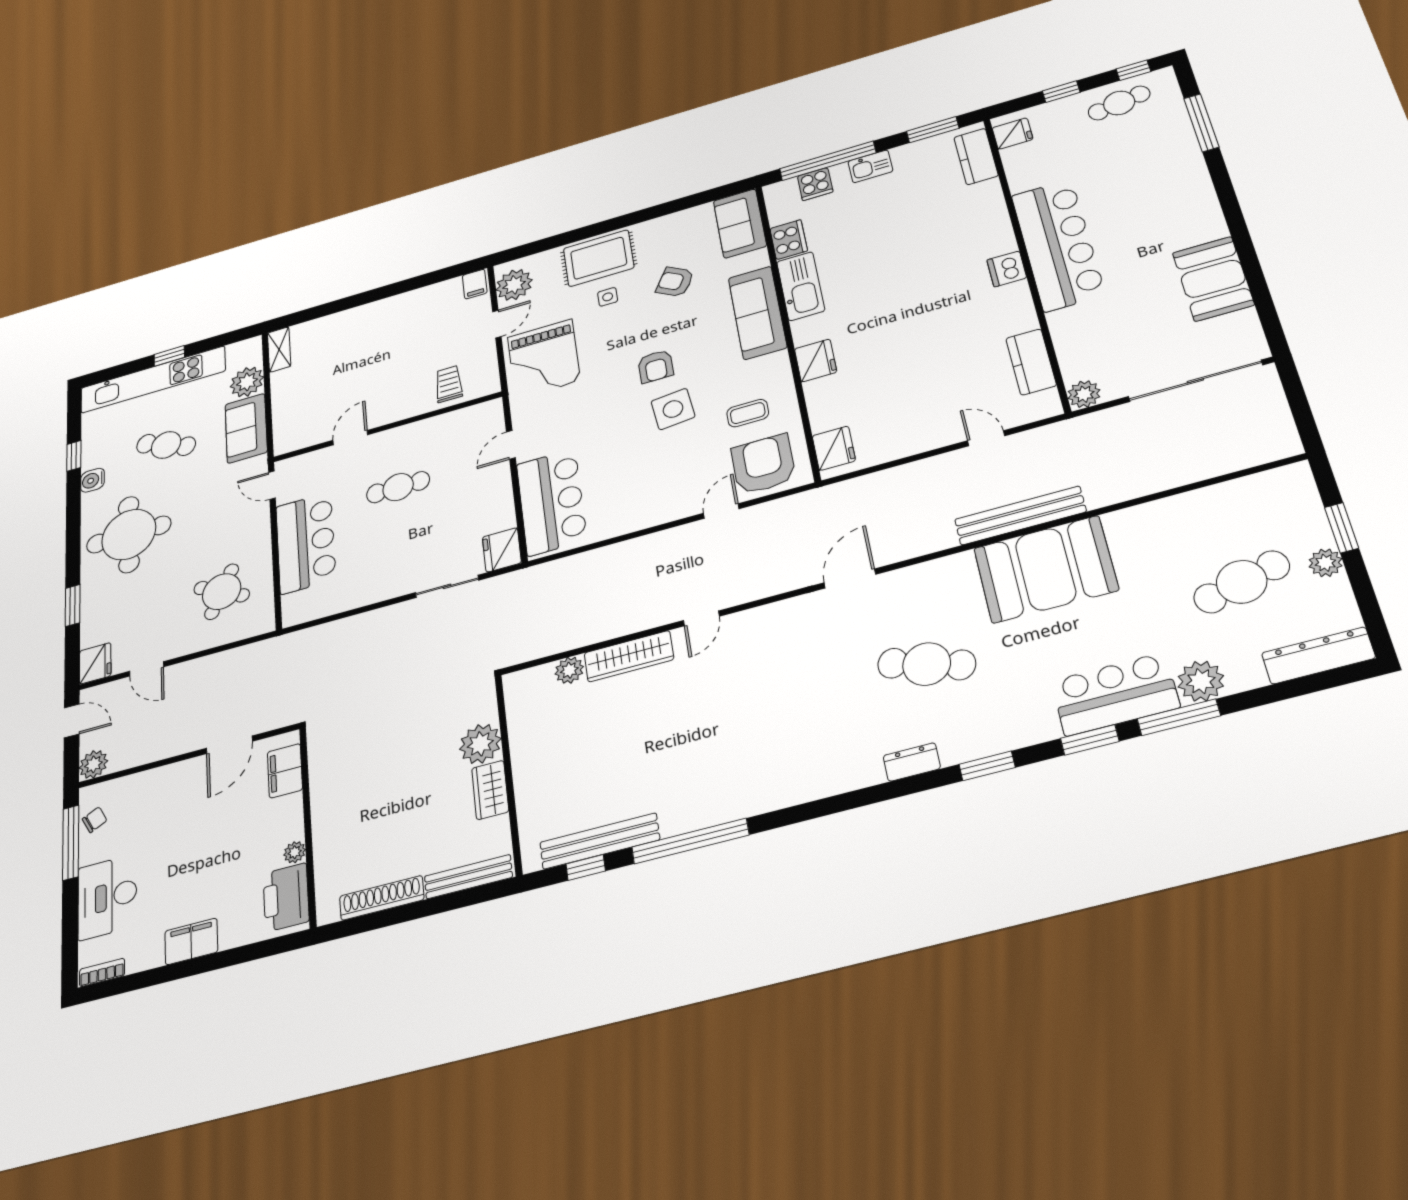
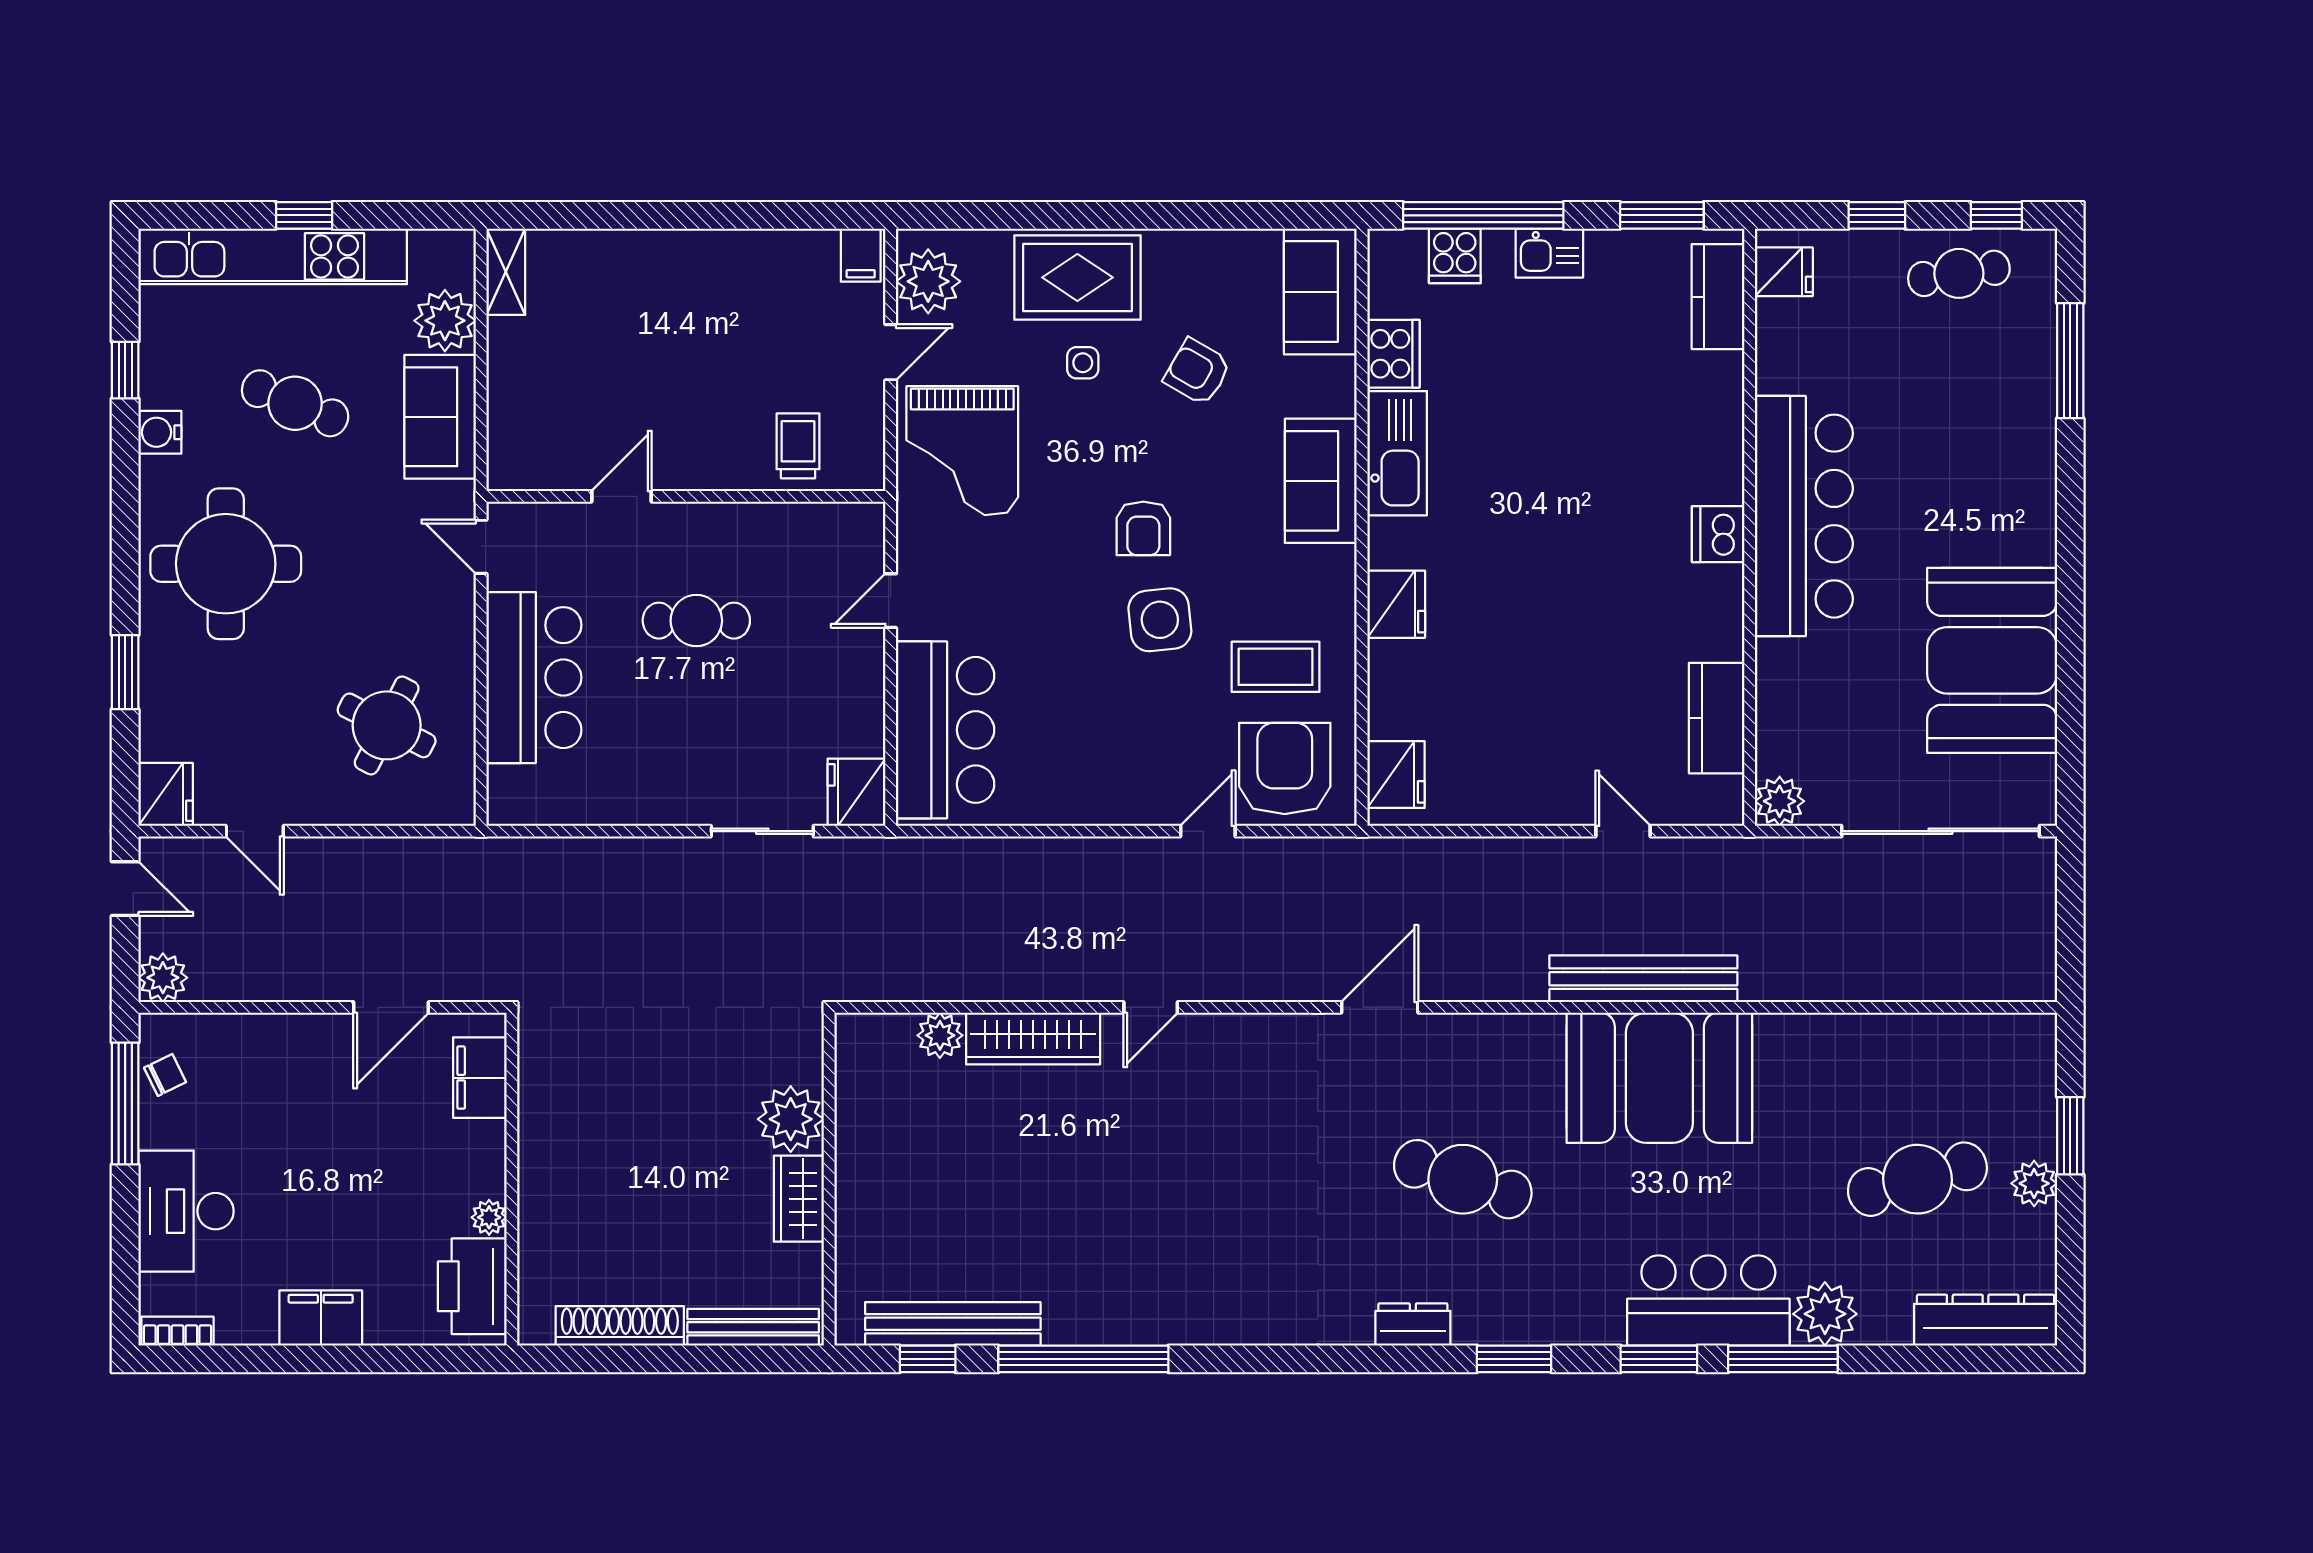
booth: (1213, 279) -> (1992, 660), width x1.36, depth x1.42
sofa: (758, 313) -> (1321, 481), width x0.73
coffee table: (748, 413) -> (1275, 667), width x1.36, depth x1.30

